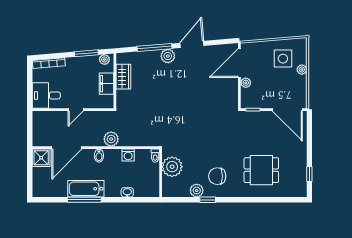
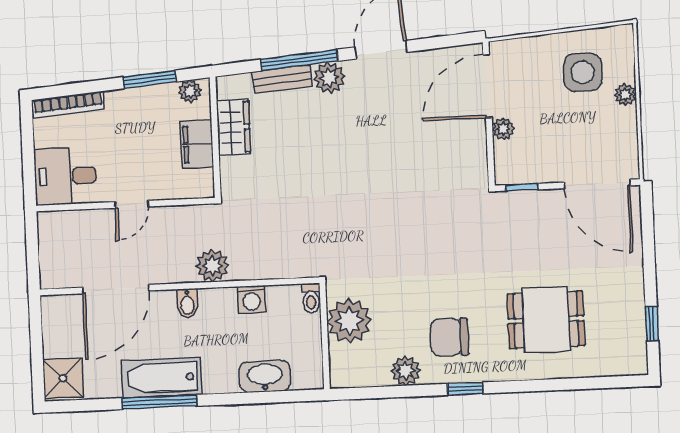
bench: (146, 56) -> (282, 79), added
shower: (41, 158) -> (63, 378), moved
washbasin: (127, 192) -> (265, 376), width x1.91, depth x1.45
window: (208, 200) -> (465, 389), moved

